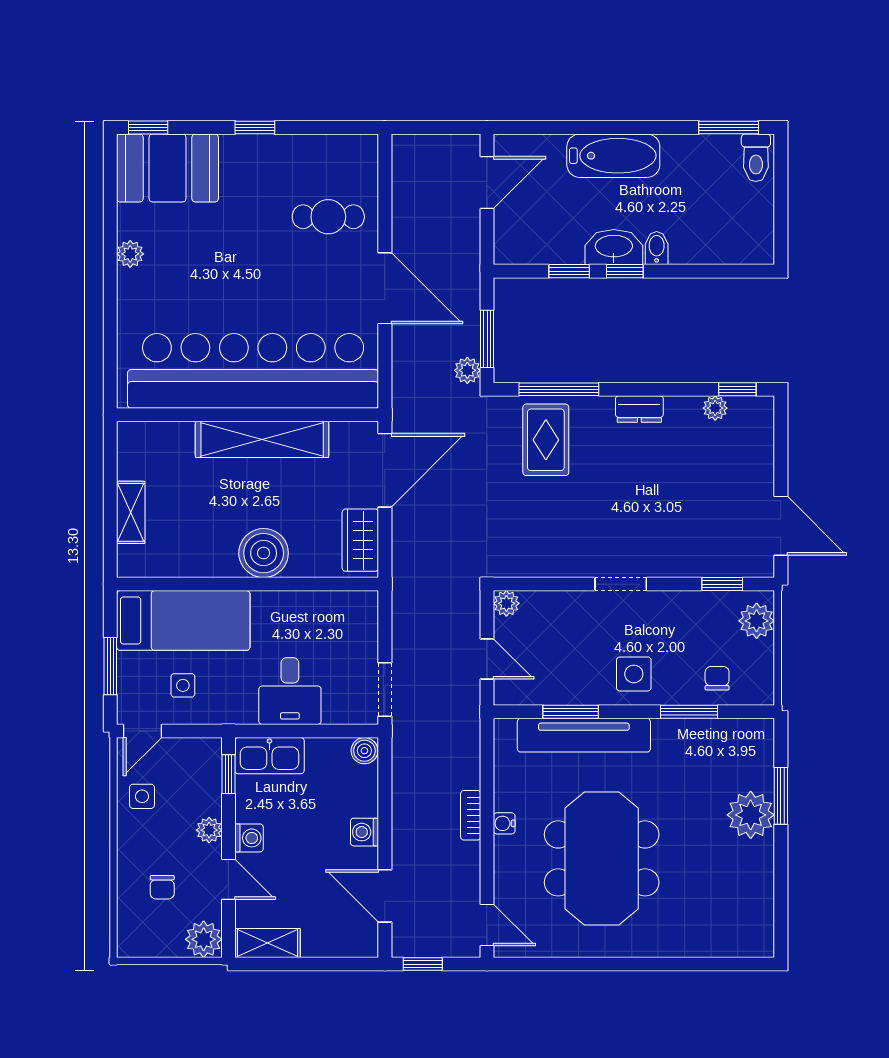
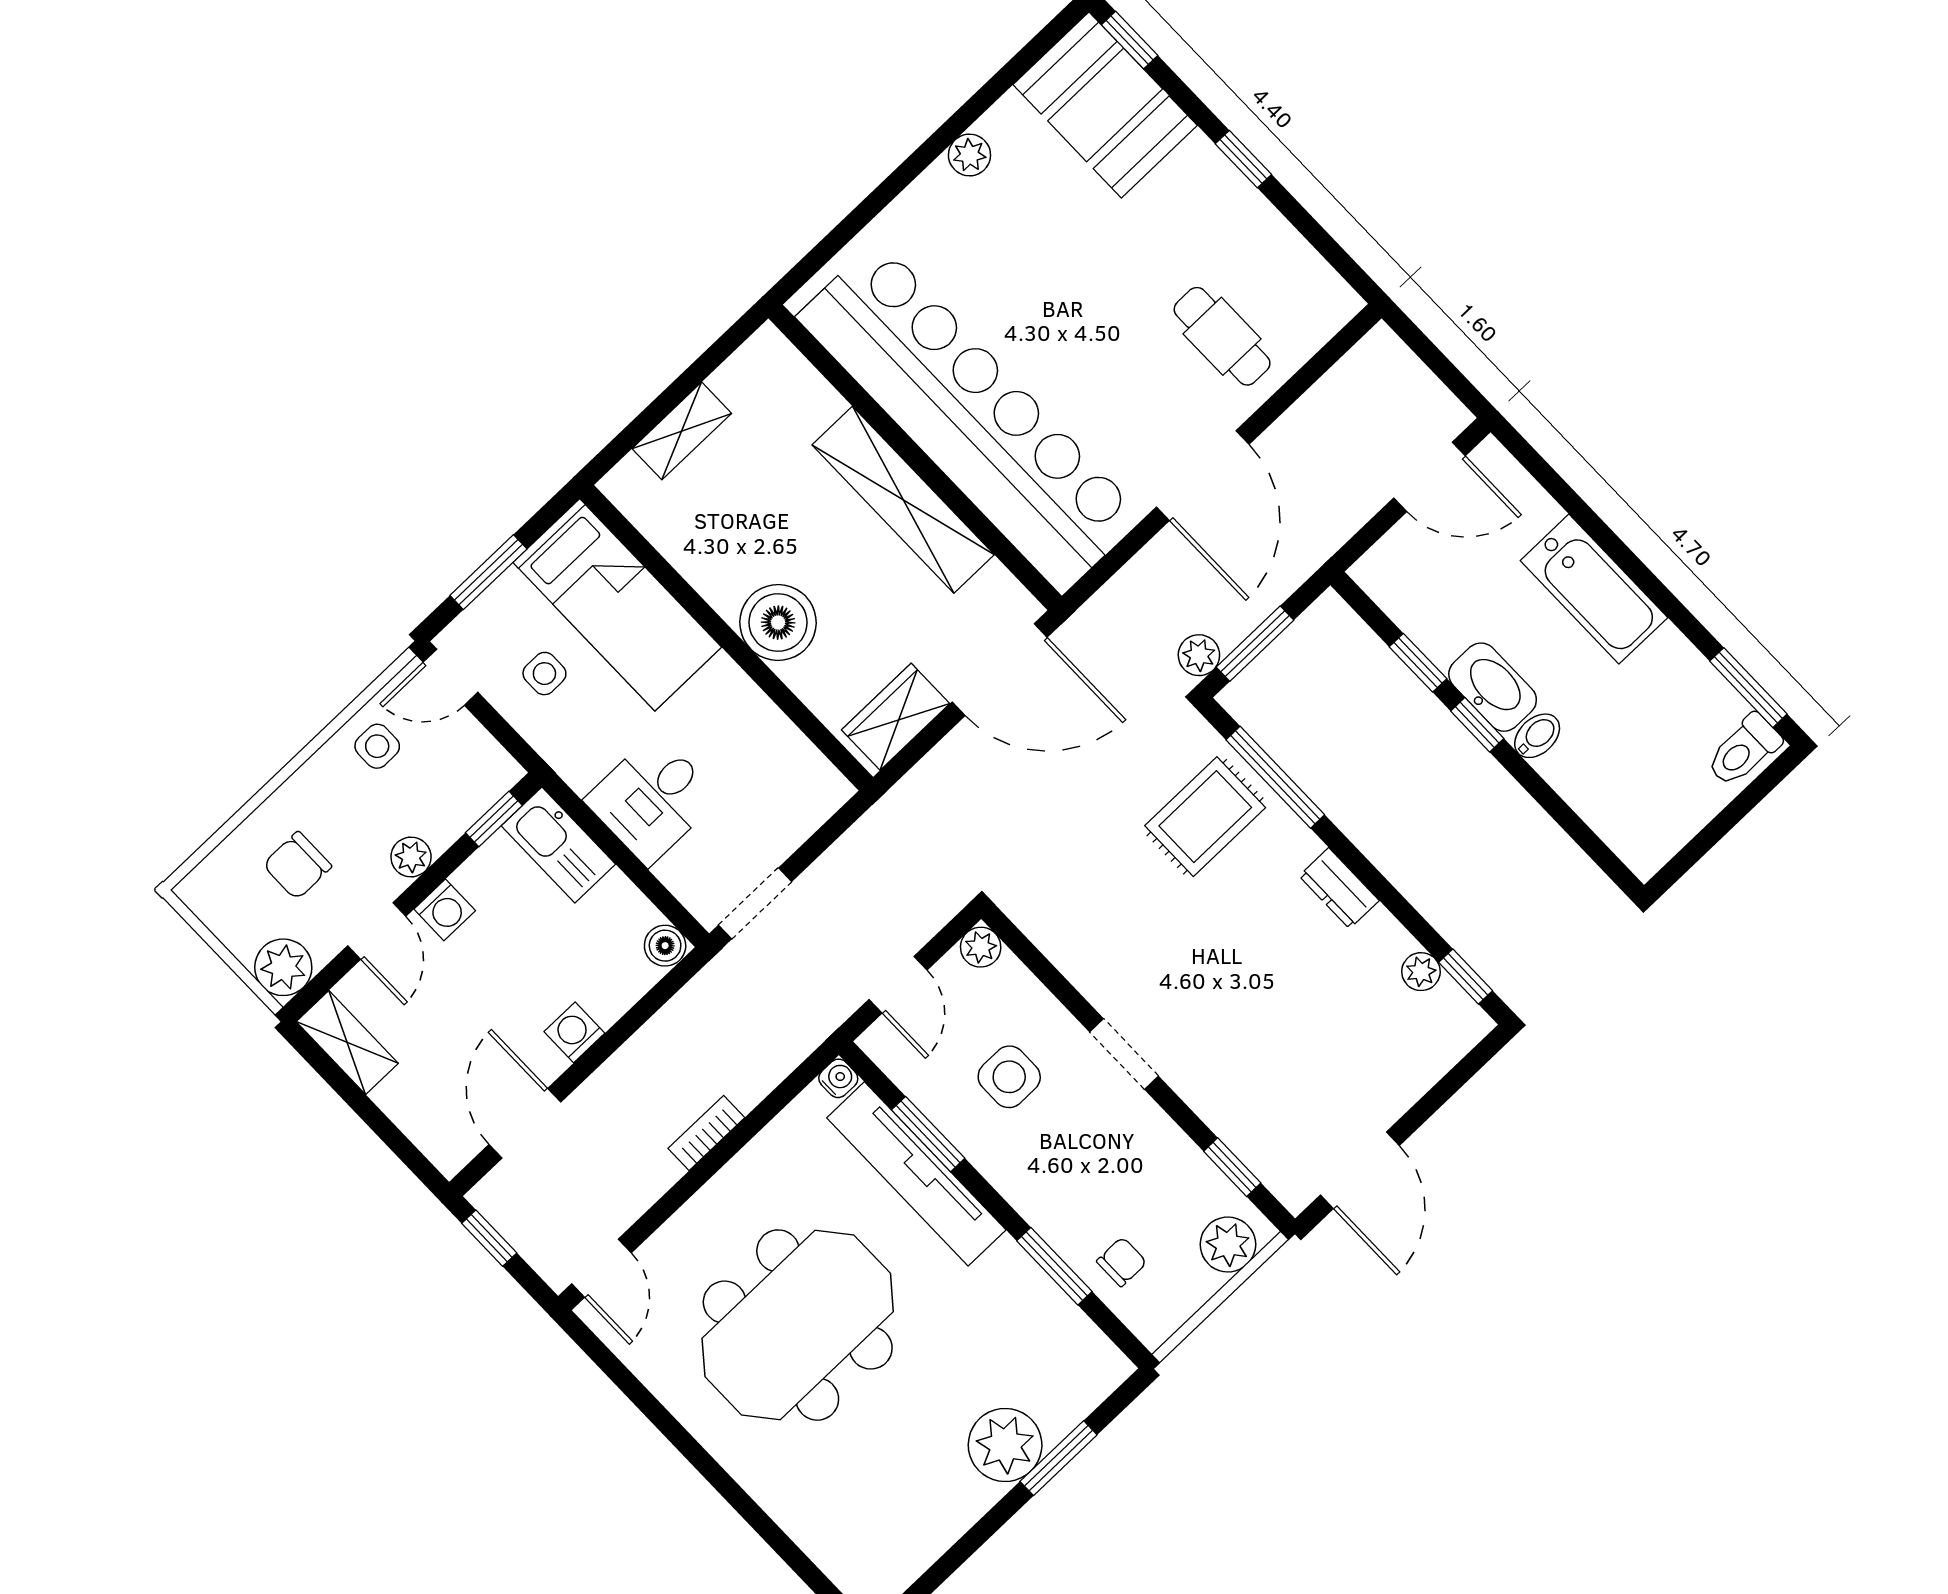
side table: (634, 674) -> (1009, 1077), moved
water cooler: (504, 823) -> (838, 1078), moved, turned 90
chair: (162, 887) -> (297, 866), width x1.37, depth x1.37

